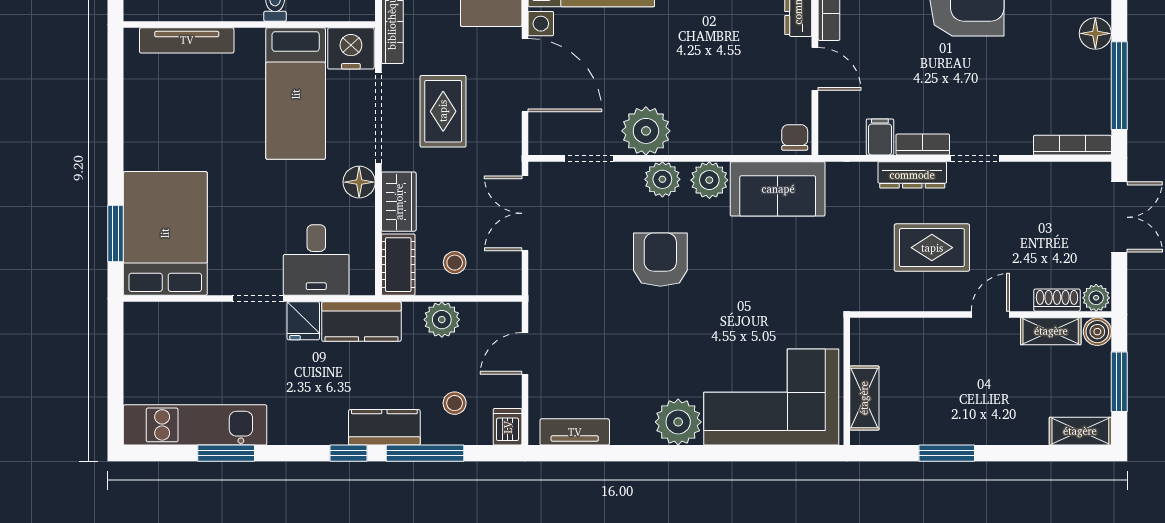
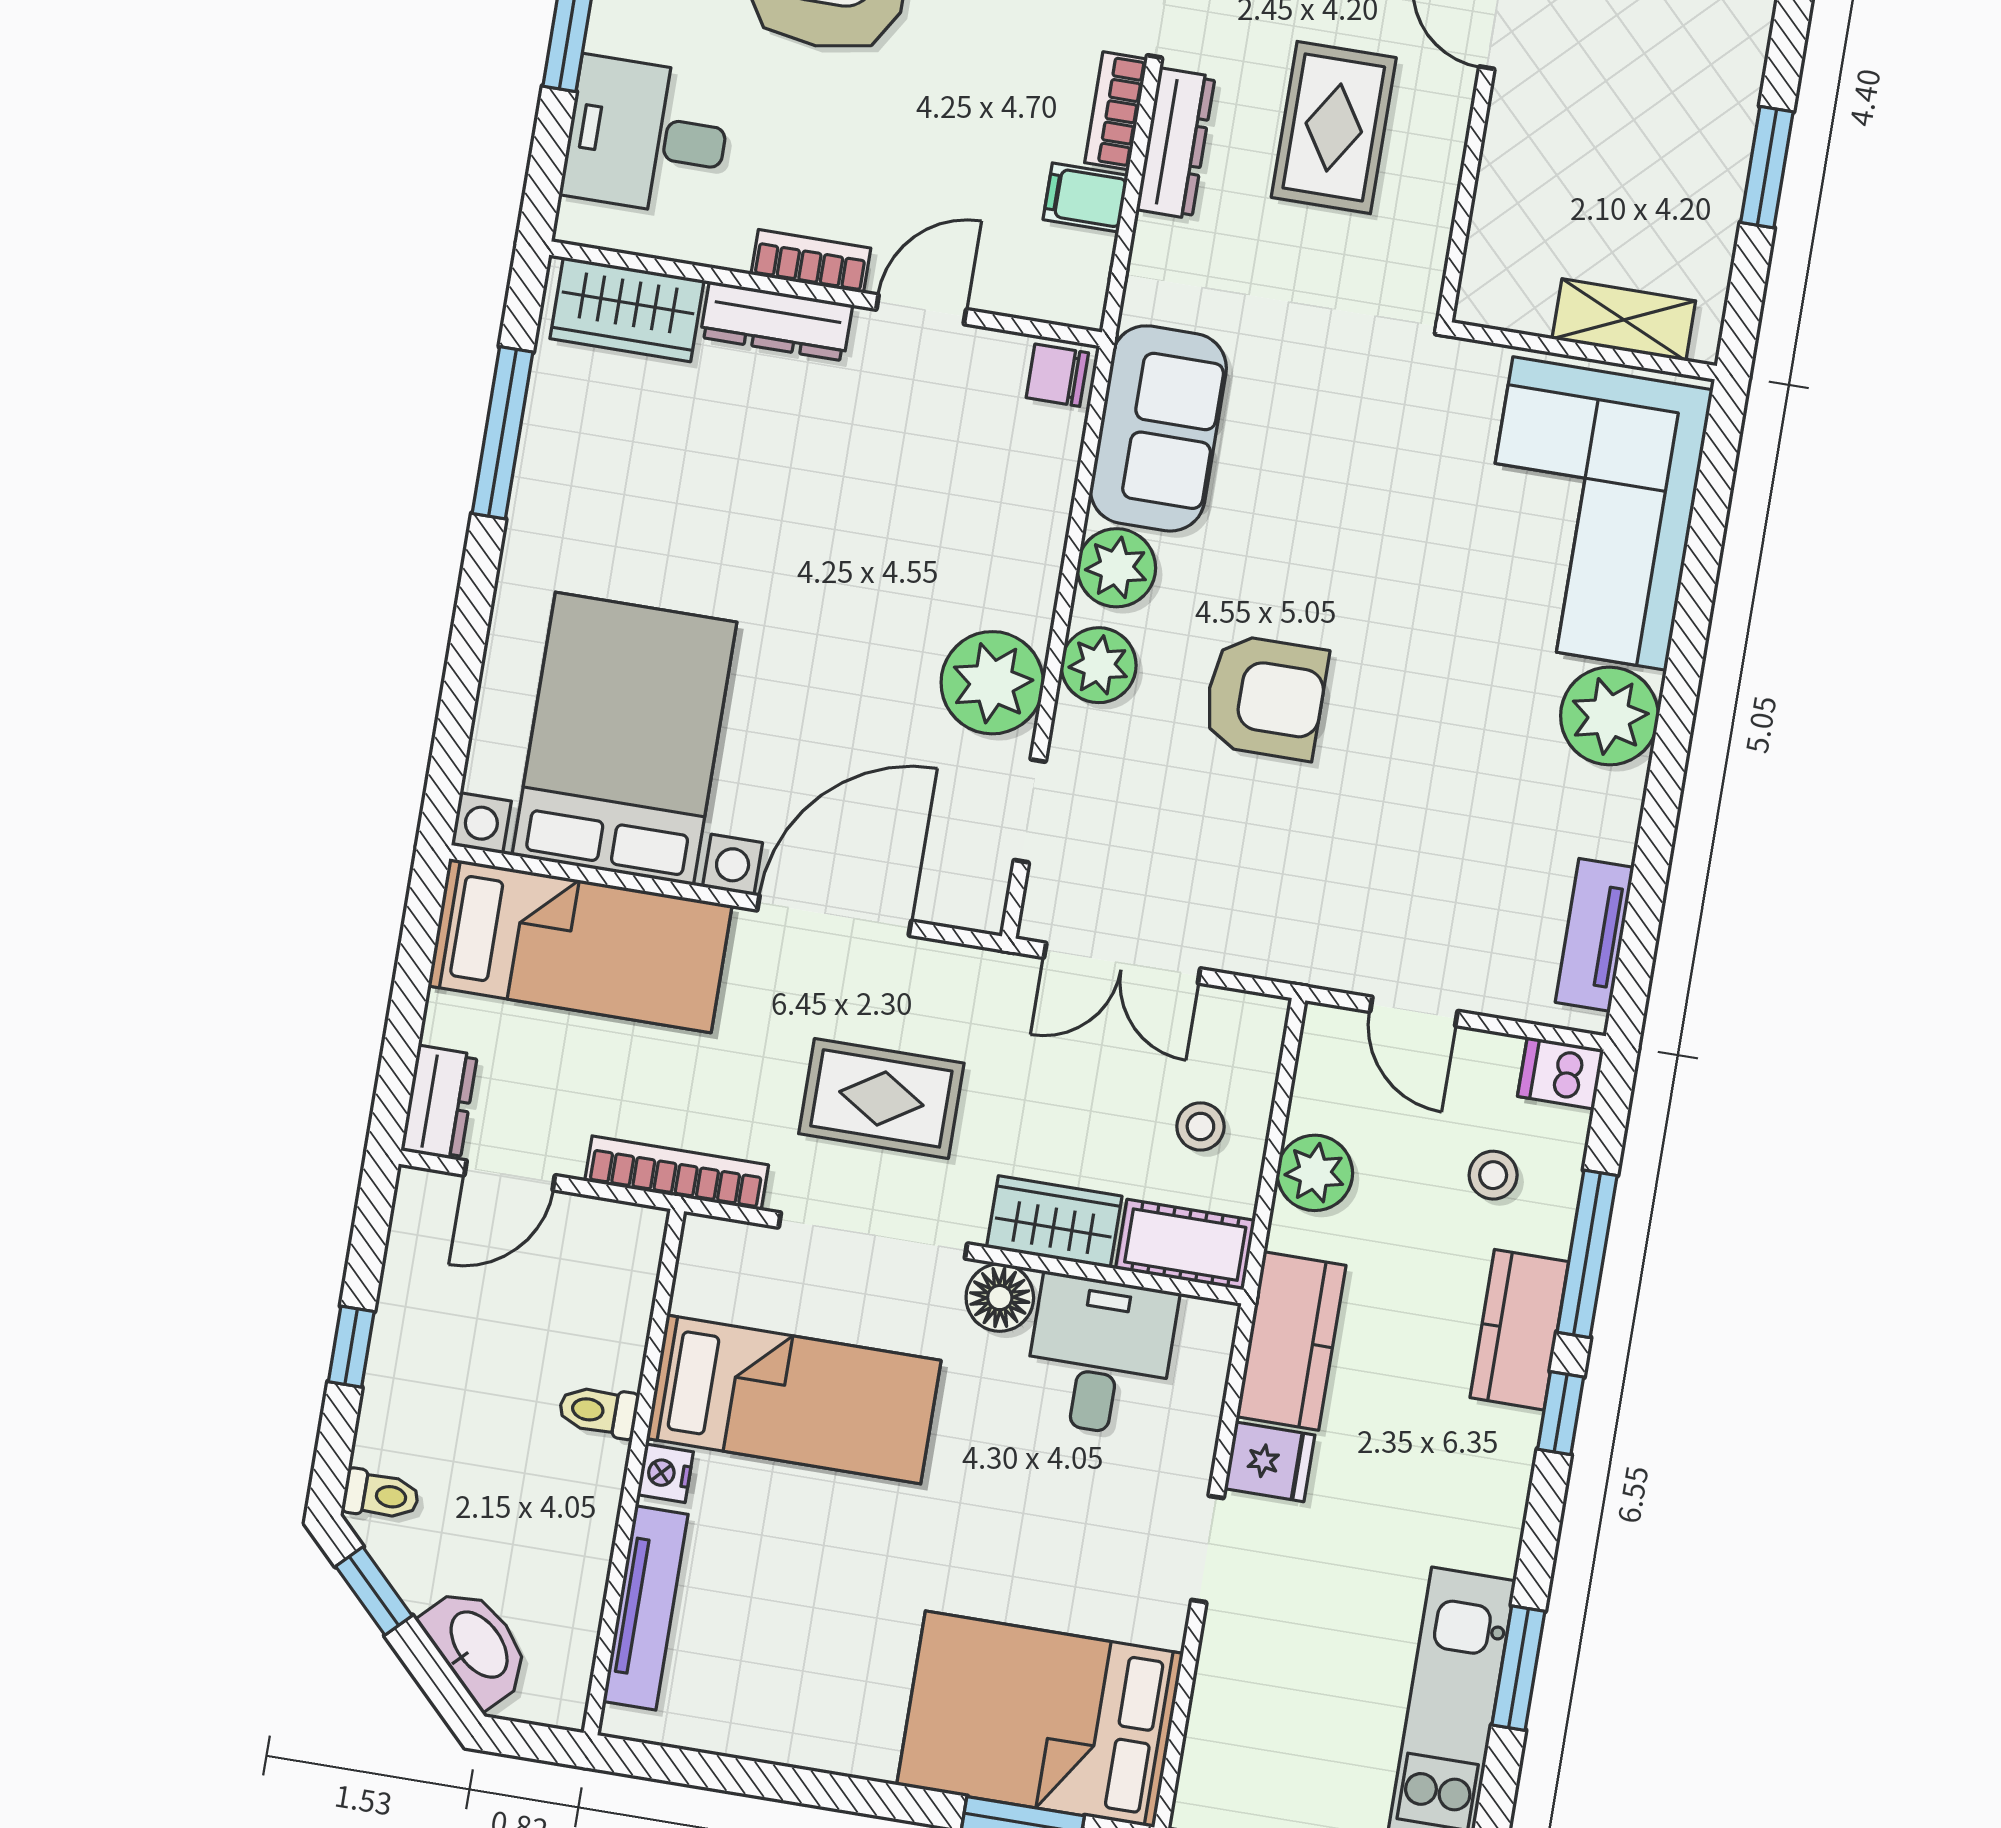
nightstand: (351, 48) -> (665, 1473), moved, width x0.53, depth x0.56
desk: (316, 260) -> (1100, 1356), moved, turned -90
armchair: (660, 260) -> (1265, 697), turned 180

